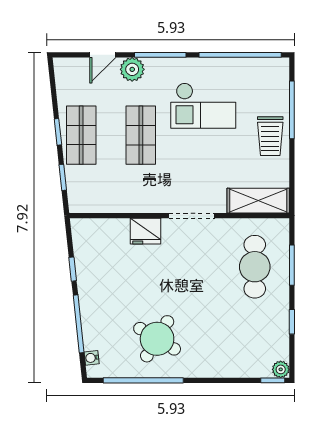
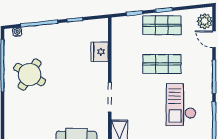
plant: (132, 69) -> (205, 21), moved
fridge: (146, 231) -> (100, 52), moved

